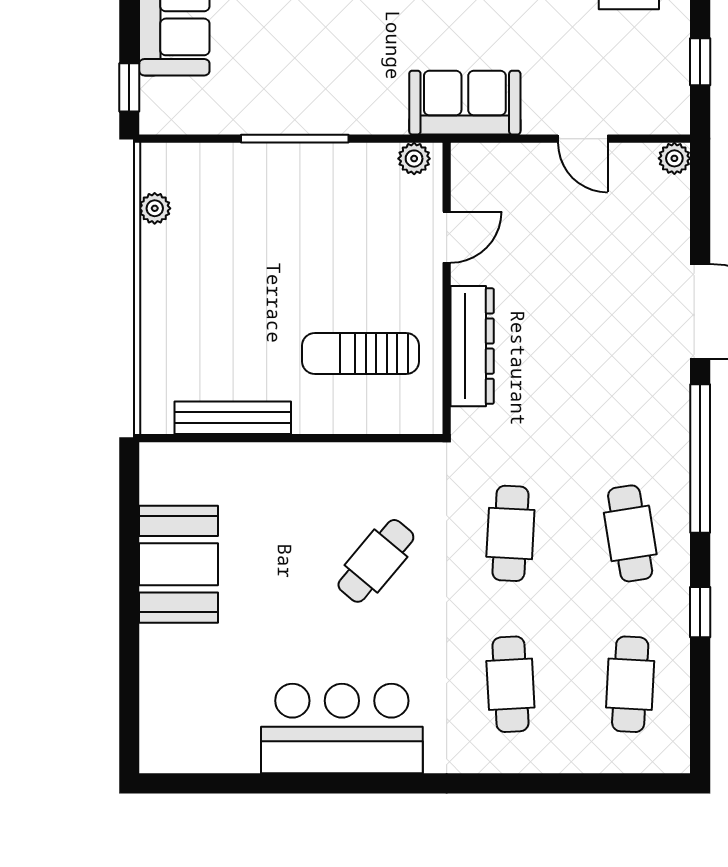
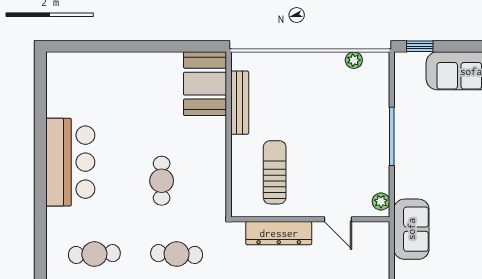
cafe table: (376, 561) -> (162, 181), turned 50
booth: (179, 564) -> (205, 84), moved, turned 90

